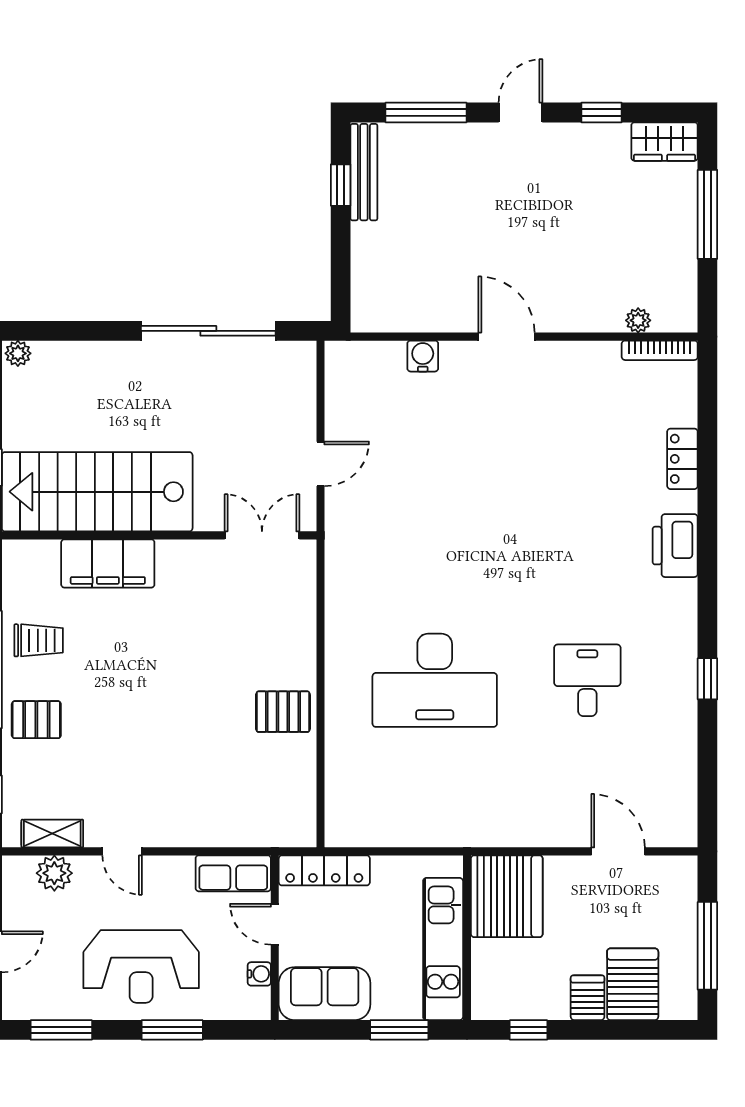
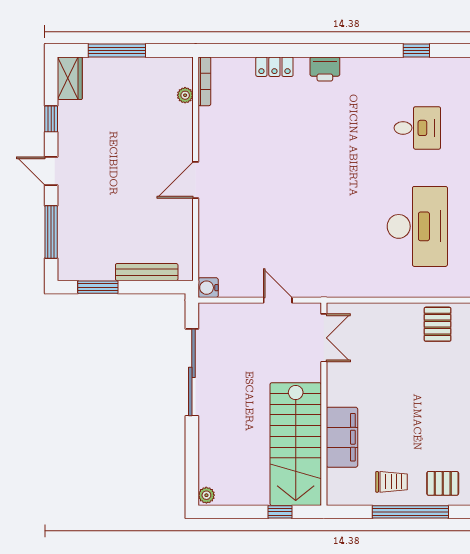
bench: (364, 172) -> (147, 272), moved
window: (341, 185) -> (98, 287), width x1.50
water cooler: (423, 356) -> (208, 288), moved
double door: (262, 535) -> (324, 338), swing flipped
printer: (675, 546) -> (325, 69), width x0.73, depth x0.84
trolley: (39, 640) -> (392, 482), turned 90
desk: (587, 680) -> (417, 128), turned 180
pallet: (36, 720) -> (443, 483), turned 90

